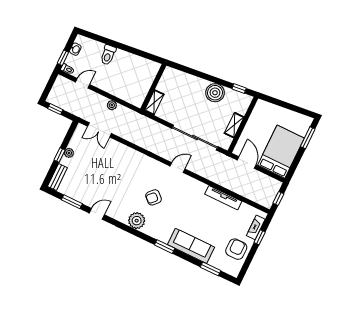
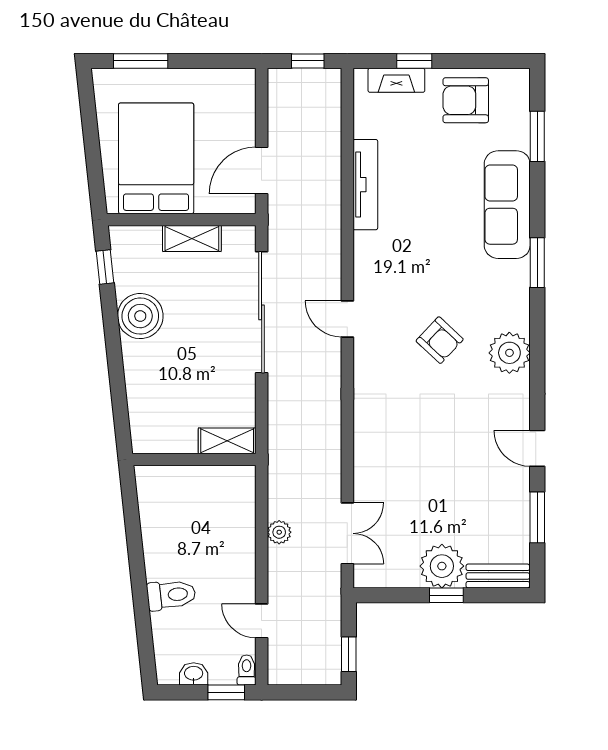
bed: (281, 152) -> (156, 158), moved, turned 90
plant: (69, 153) -> (442, 566), width x1.87, depth x1.87

